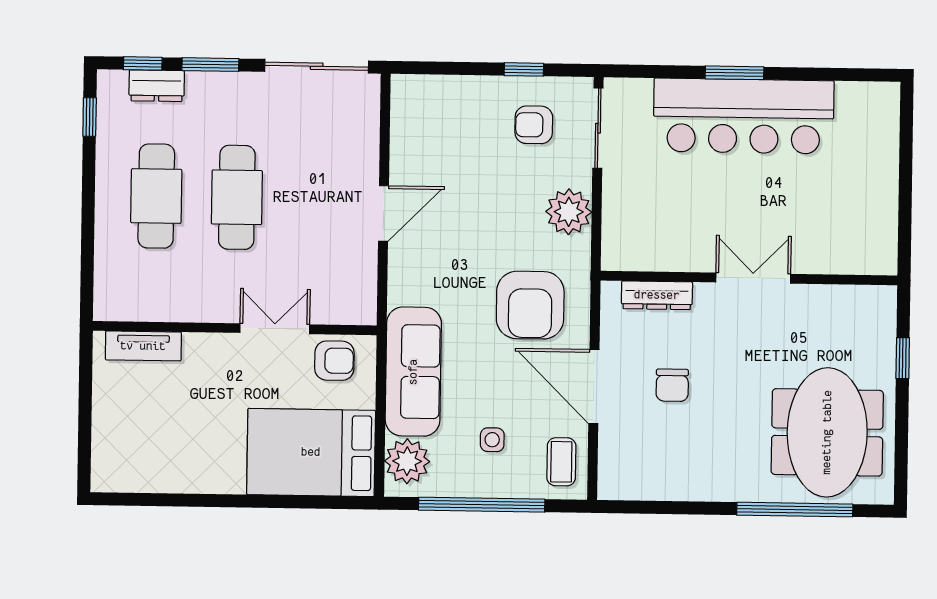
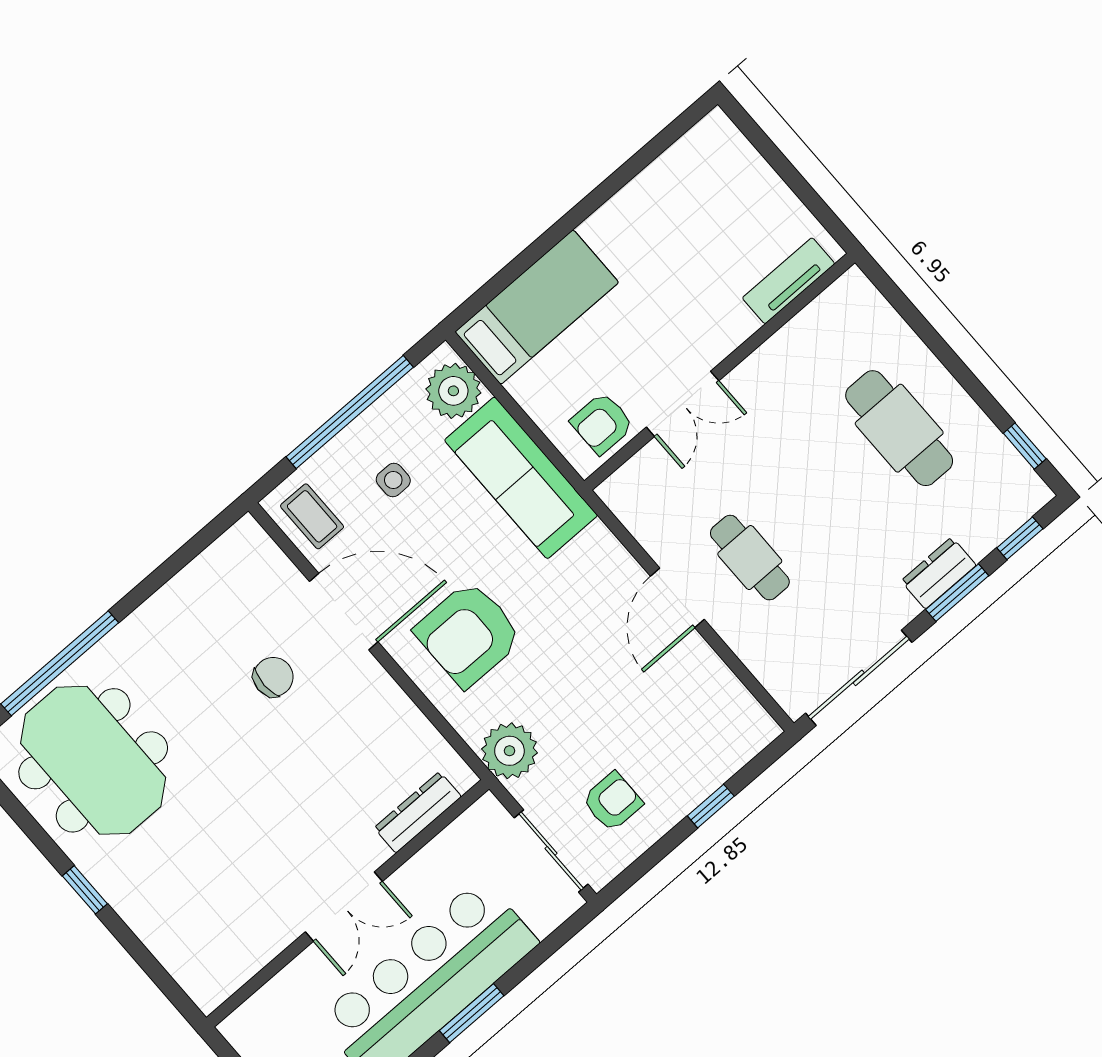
window: (524, 69) -> (711, 806), moved
dresser: (157, 86) -> (939, 573), moved
cafe table: (237, 197) -> (750, 558), moved, width x0.73, depth x0.74
wall: (749, 278) -> (348, 903), moved
double door: (753, 278) -> (344, 907), moved
dresser: (657, 295) -> (418, 812), moved
armchair: (530, 305) -> (469, 634), turned -90
chair: (672, 385) -> (273, 677), turned 90
bed: (311, 452) -> (537, 307), width x0.67

